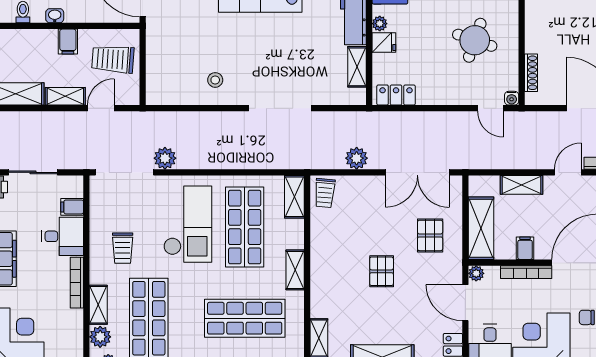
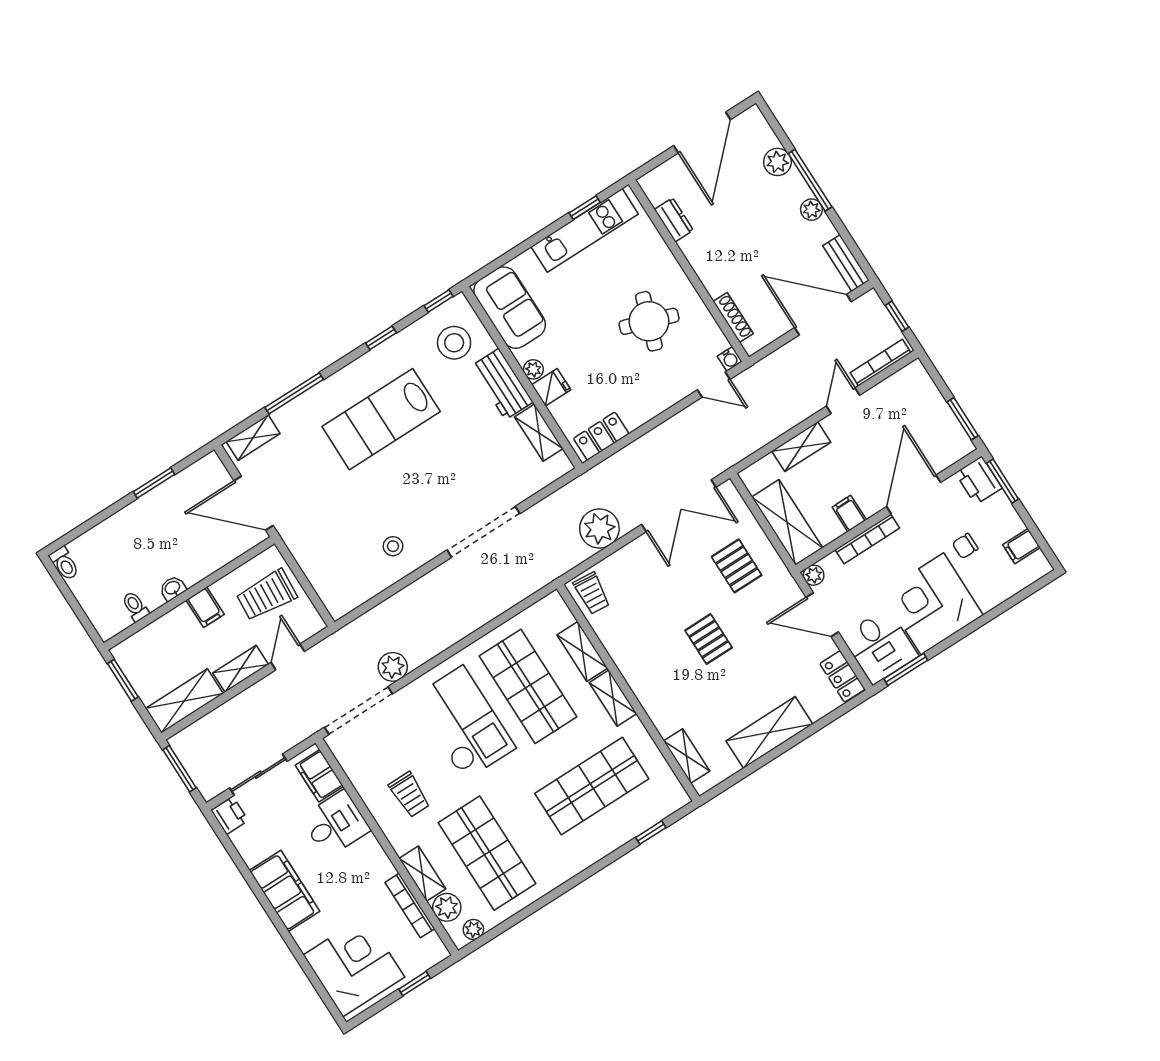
plant: (357, 158) -> (599, 528), width x1.36, depth x1.36
shelving: (294, 197) -> (582, 652), moved
filing cabinet: (72, 207) -> (319, 776), width x2.00
bookcase: (77, 283) -> (410, 906), moved

